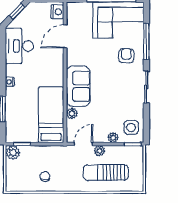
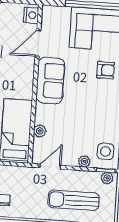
armchair: (126, 56) -> (106, 70), turned 88
sofa: (78, 86) -> (50, 81), moved
plant: (99, 151) -> (107, 178), moved

